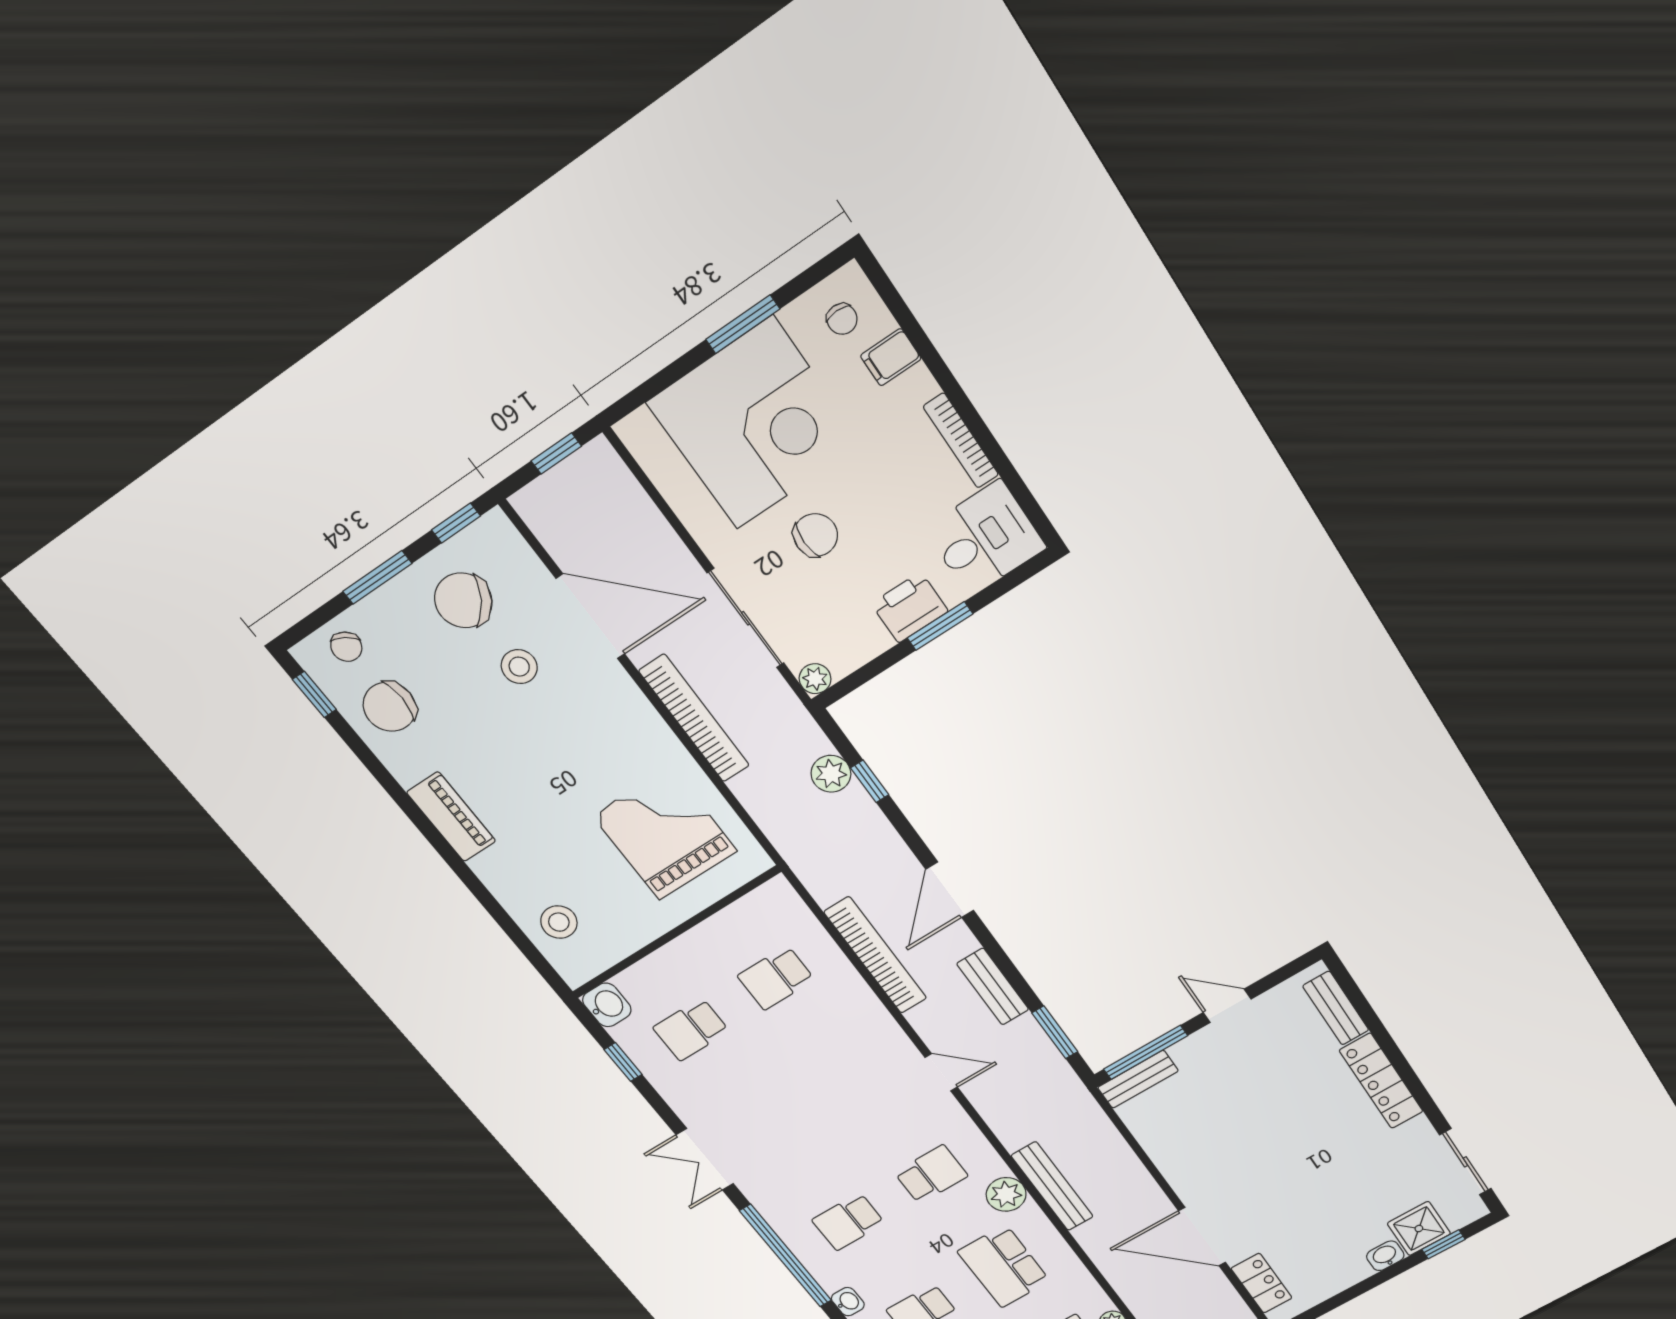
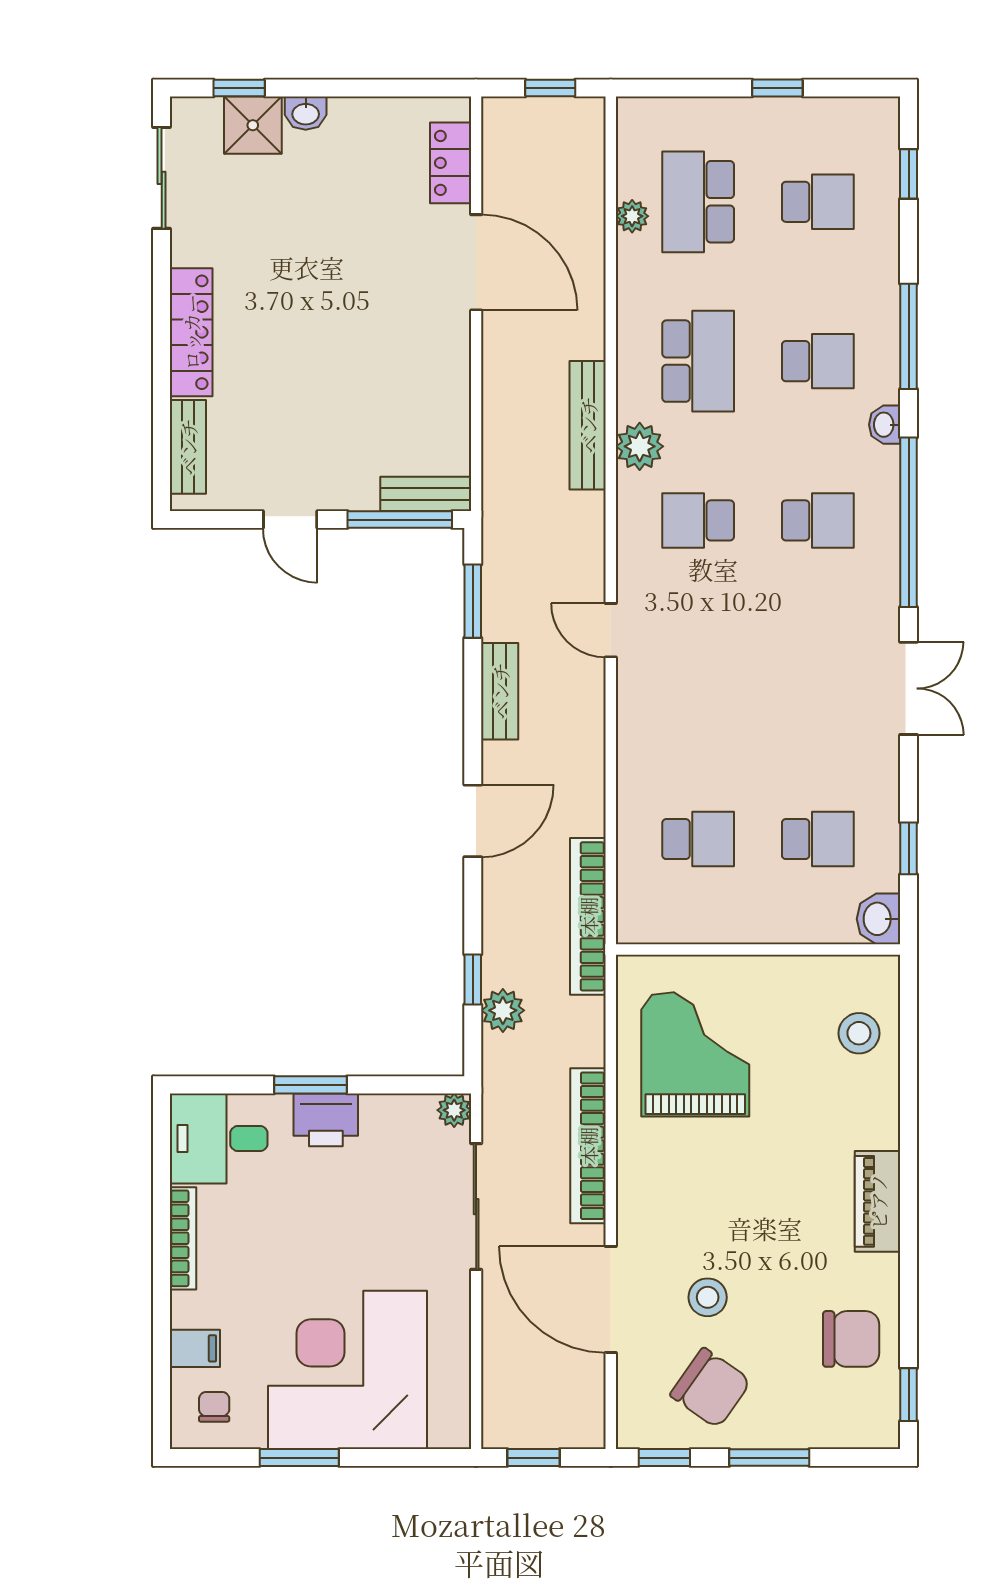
chair: (816, 535) -> (363, 1240), removed
chair: (346, 647) -> (845, 1417), removed
grand piano: (665, 833) -> (695, 1054), turned 180
bookcase: (876, 955) -> (588, 916), moved

